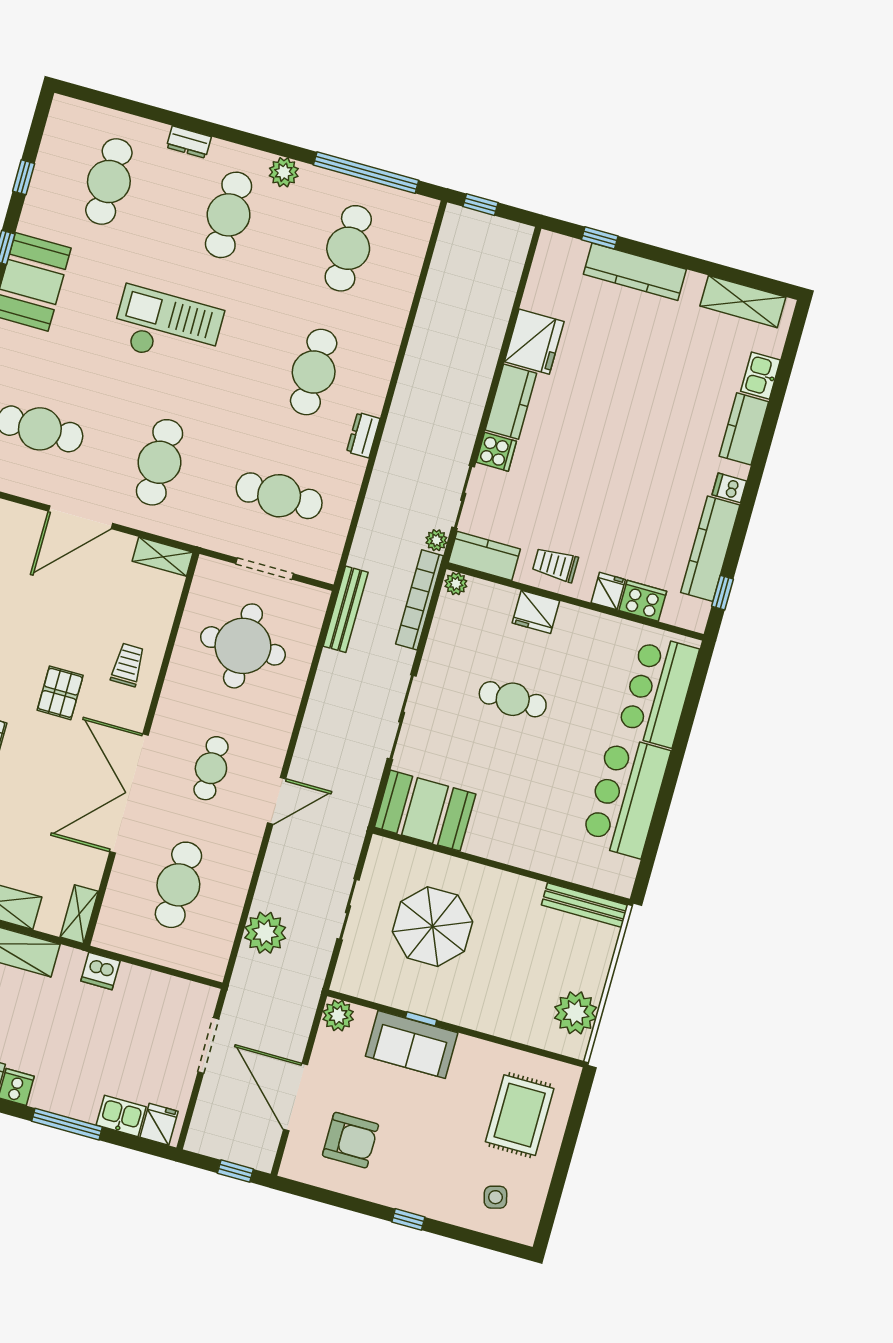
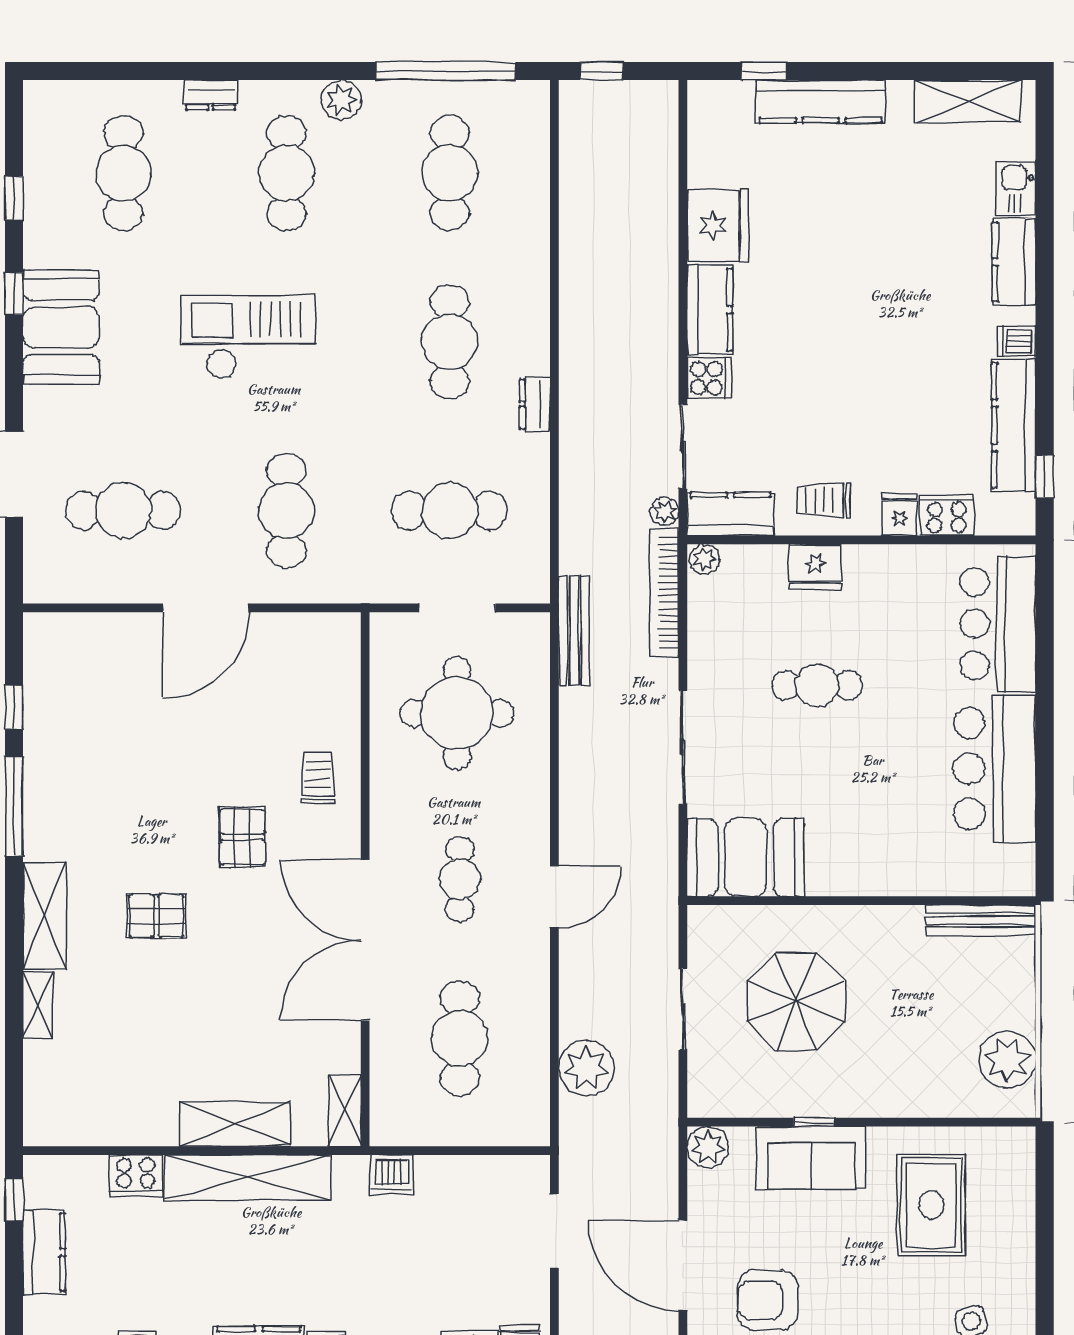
shelving: (163, 557) -> (324, 629), removed
rug: (520, 1115) -> (931, 1205), moved
armchair: (351, 1140) -> (768, 1300), turned 180

